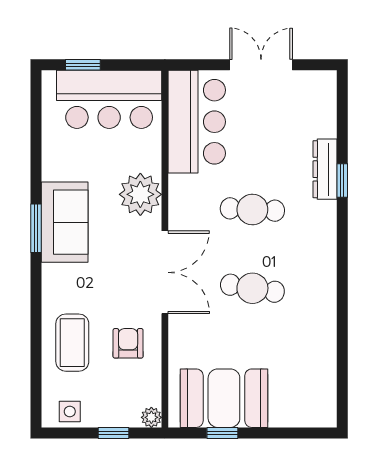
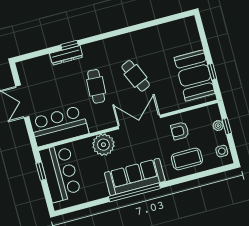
window: (83, 65) -> (41, 171), moved
sofa: (65, 222) -> (135, 177), width x1.36
window: (36, 228) -> (134, 192), width x2.11
cafe table: (252, 288) -> (136, 76), turned -33
plant: (151, 417) -> (218, 126), moved

